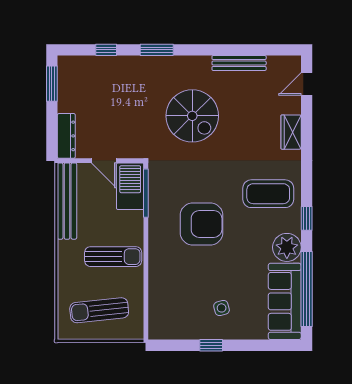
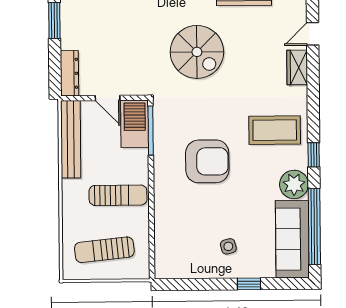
door: (307, 84) -> (313, 34), moved
window: (211, 345) -> (249, 284), moved

